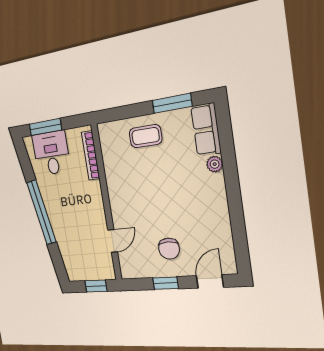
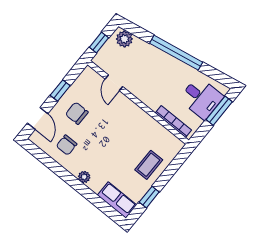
window: (172, 103) -> (149, 197), width x0.67
plant: (215, 164) -> (84, 177), moved
chair: (206, 230) -> (67, 145), added
plant: (73, 267) -> (124, 39), added

